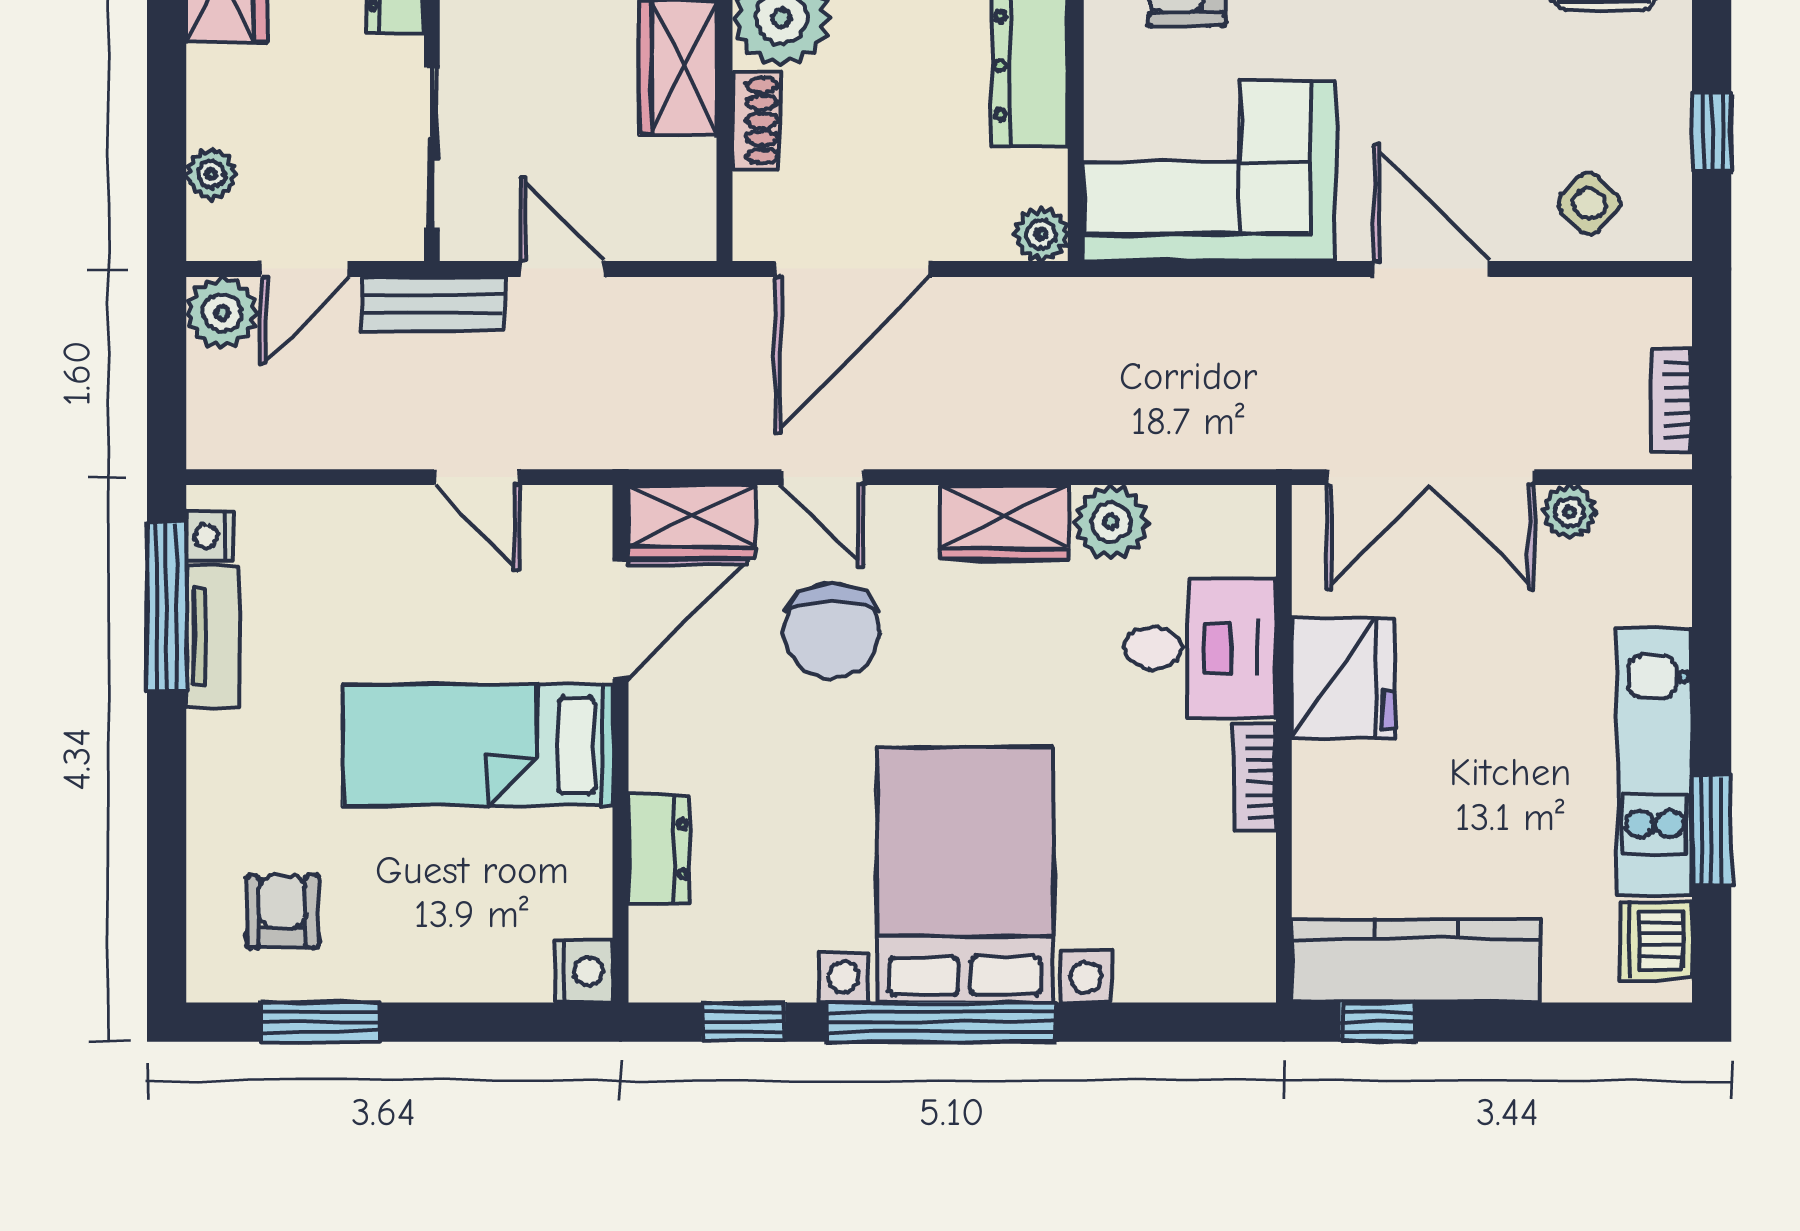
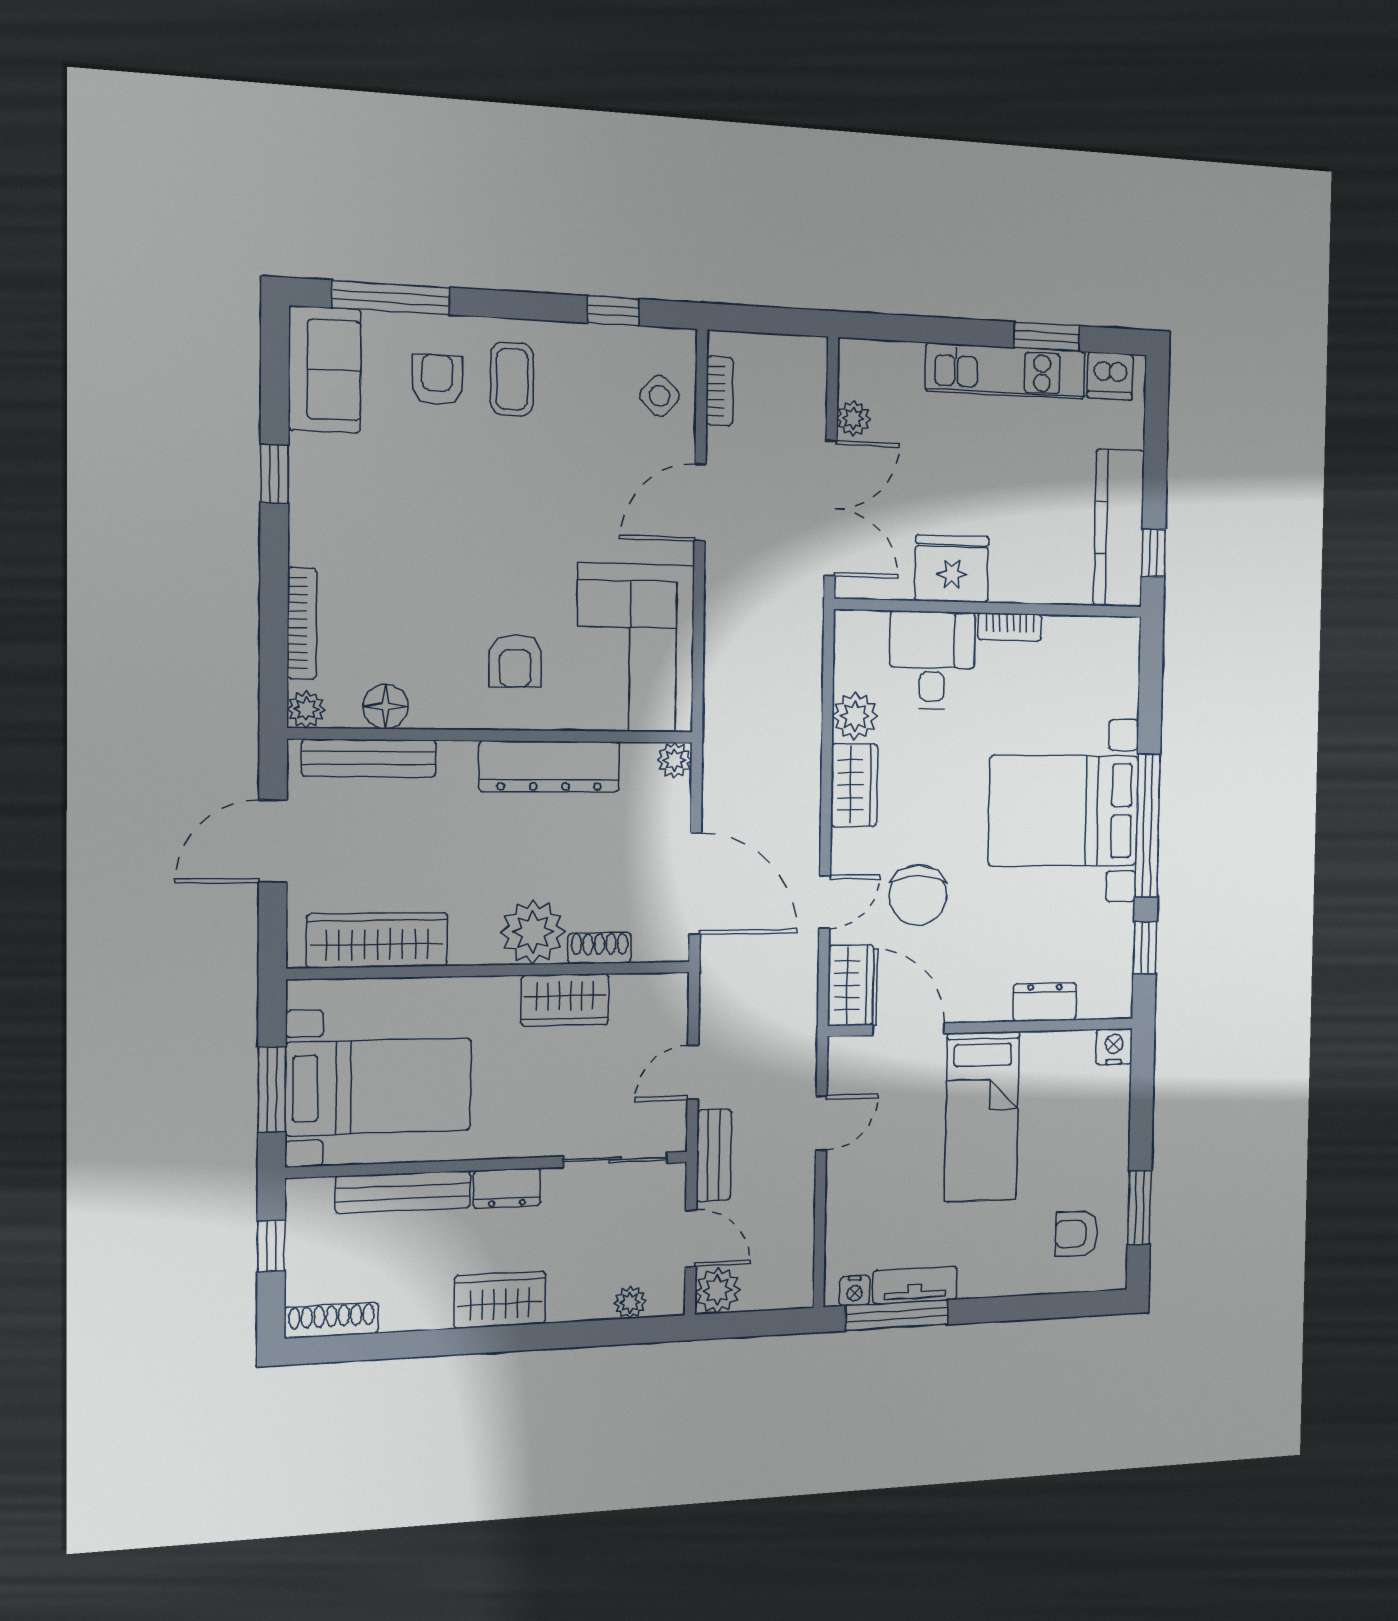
bookcase: (1672, 400) -> (720, 391), moved, turned -90
chair: (832, 631) -> (918, 895), turned 90

